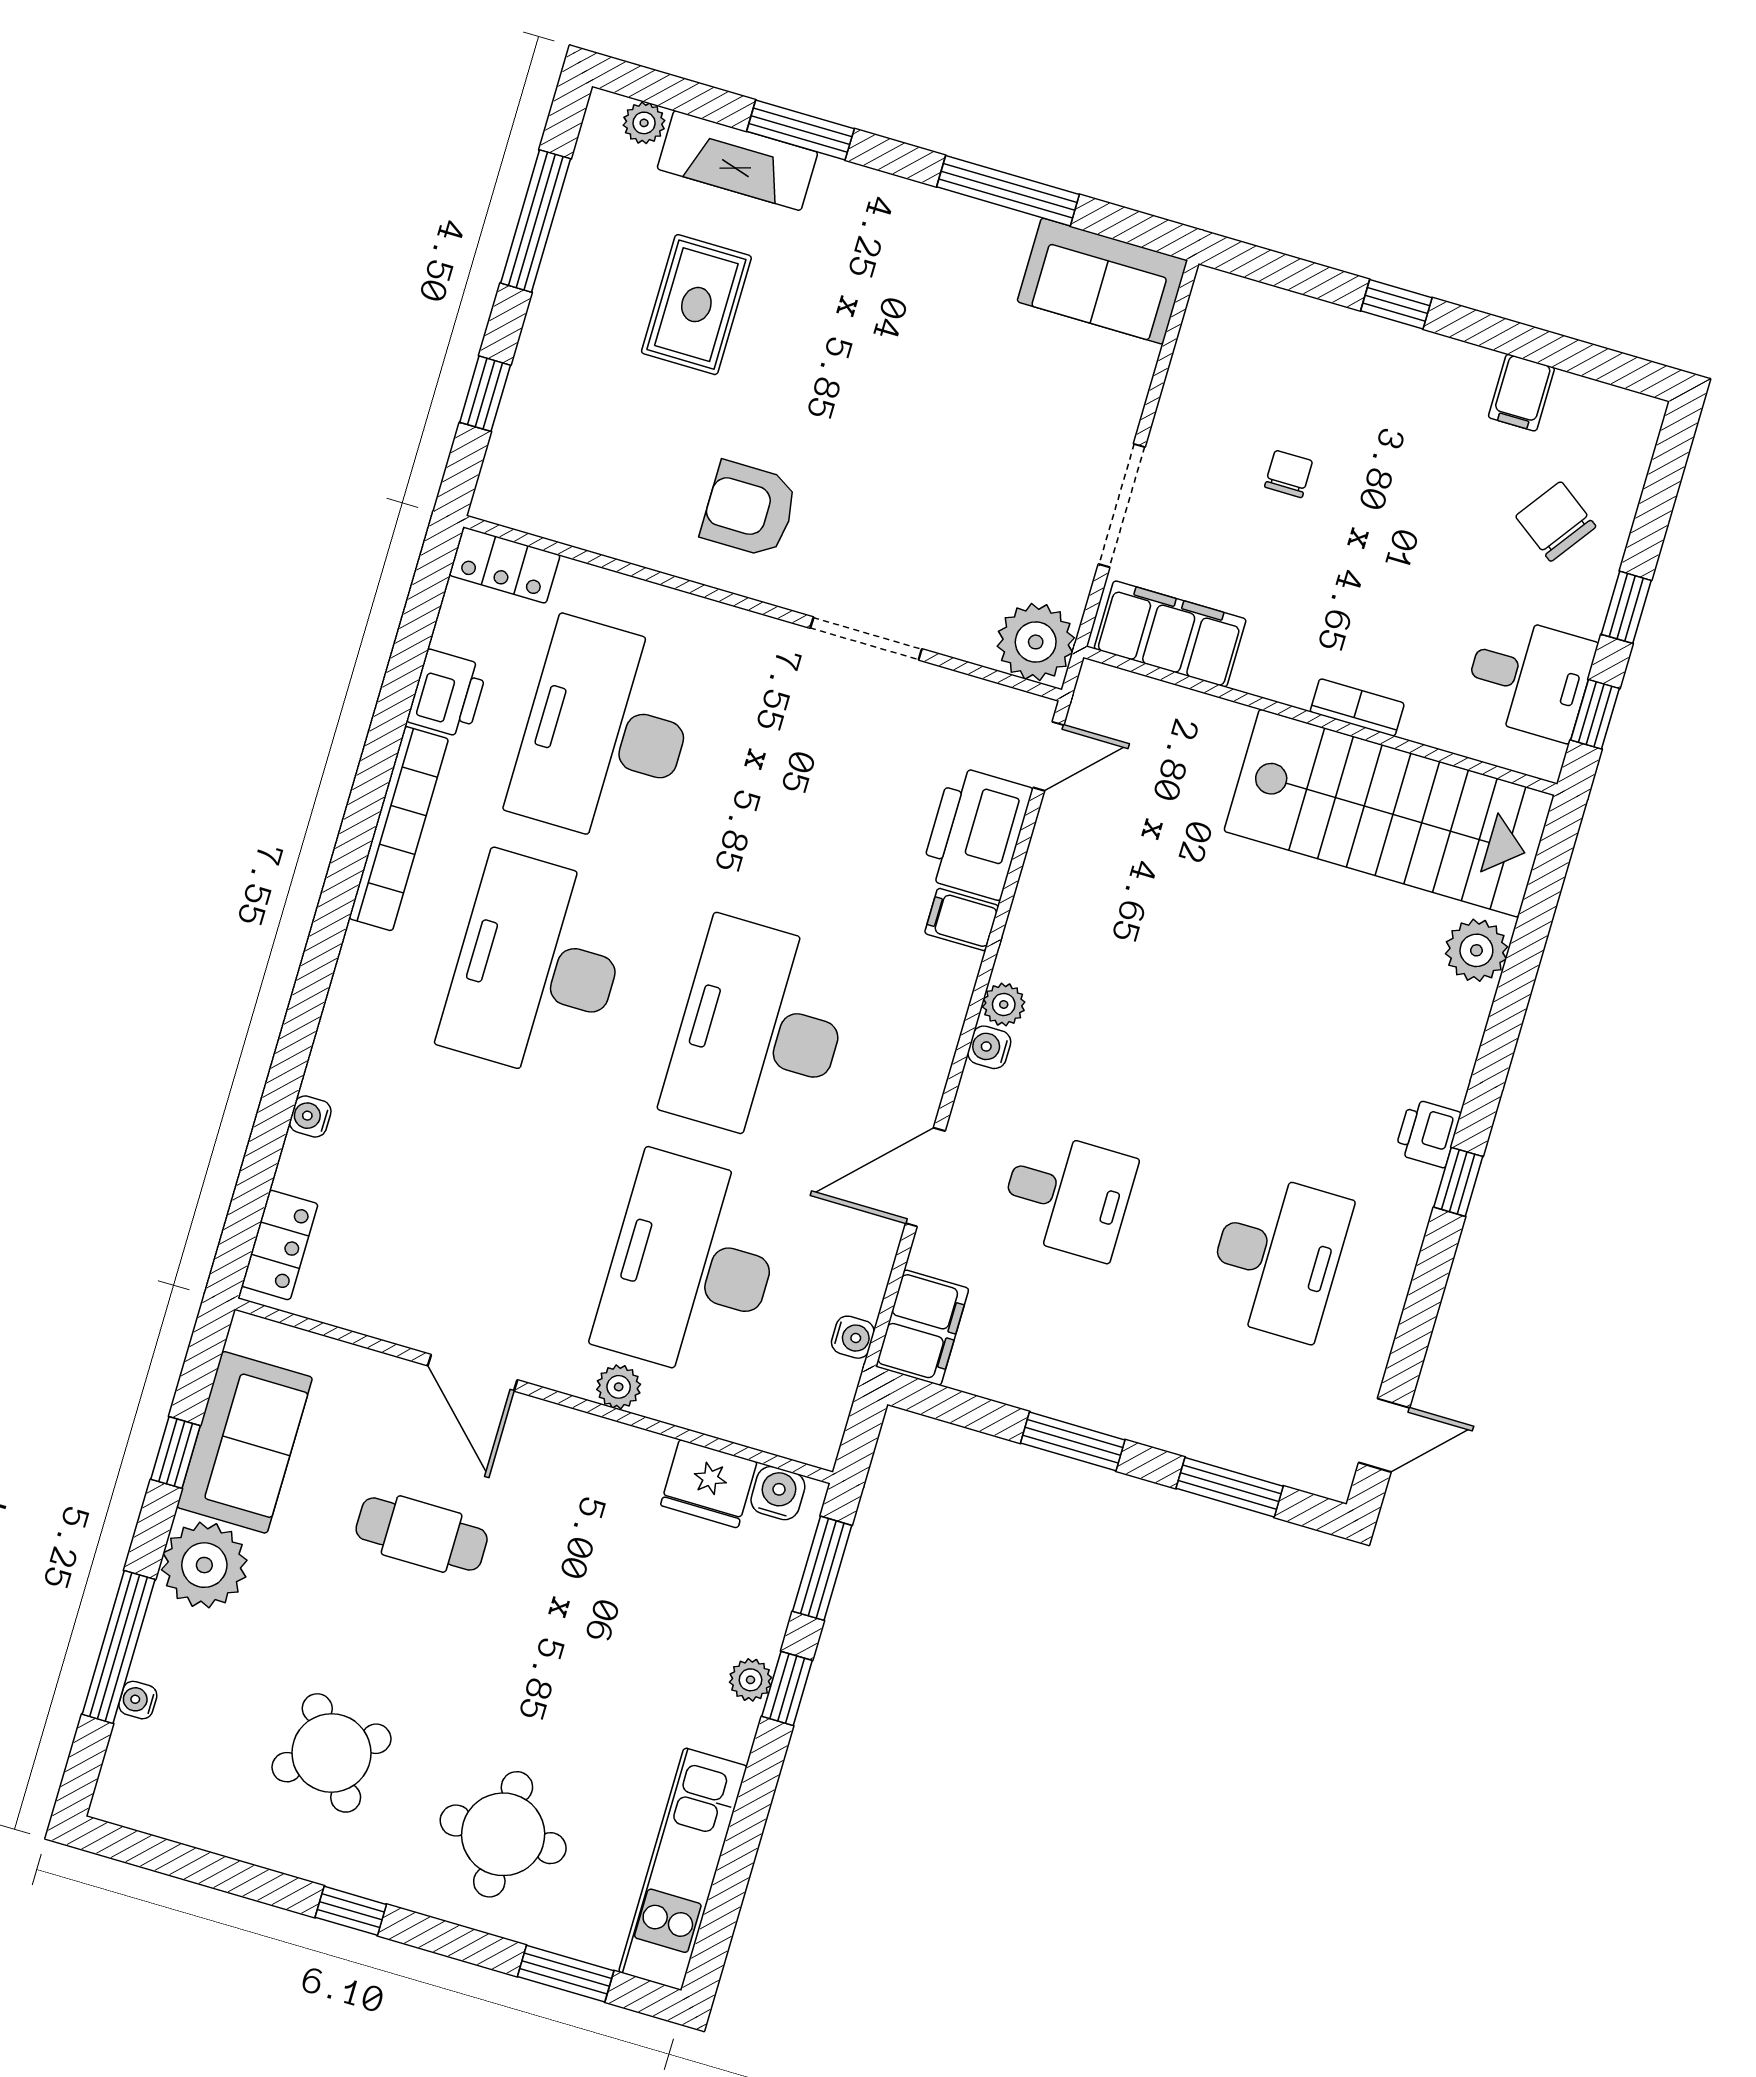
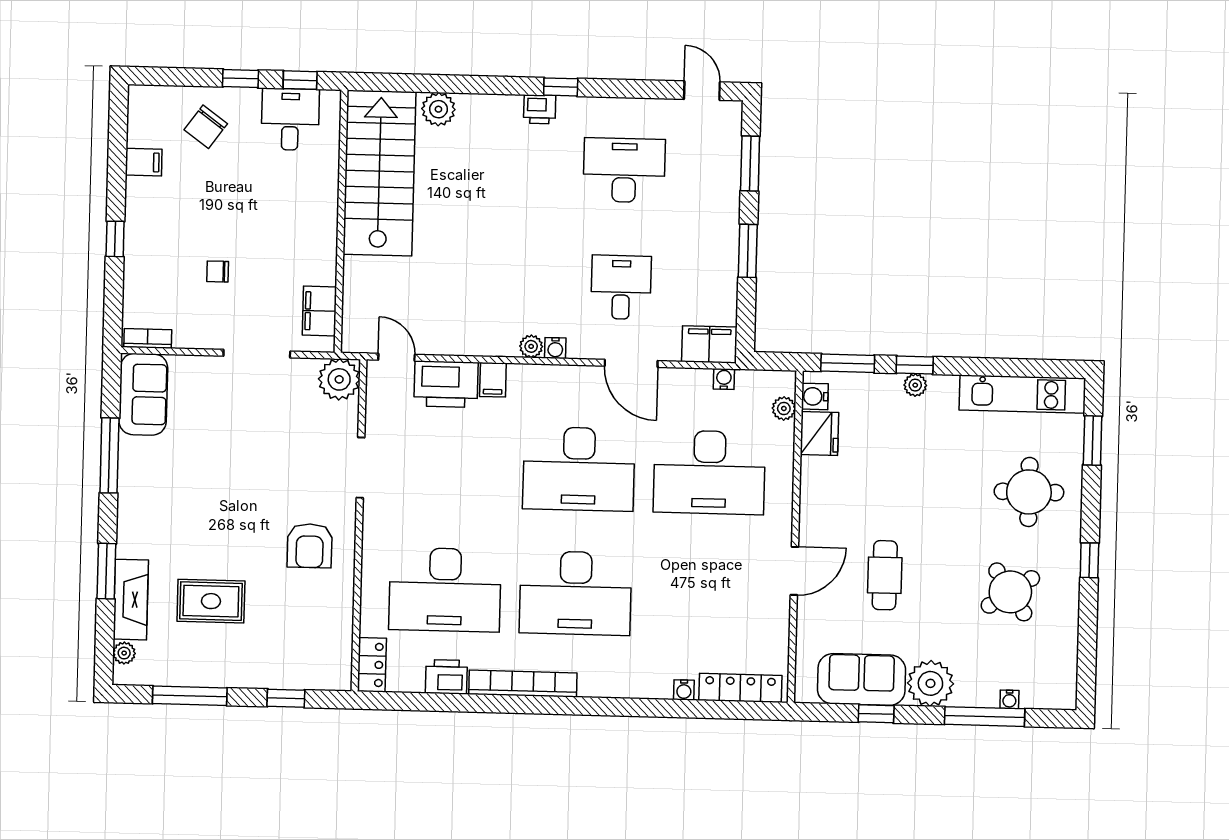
filing cabinet: (1170, 634) -> (319, 311), width x0.67, depth x0.86
bookcase: (1357, 707) -> (148, 338), moved, turned 90
locker: (280, 1245) -> (740, 688), width x1.53
plant: (619, 1387) -> (784, 408), moved

